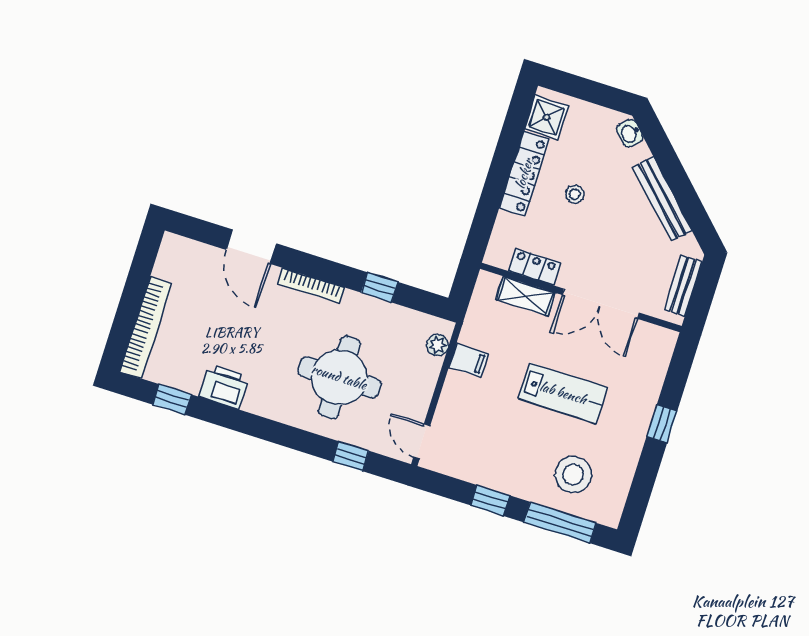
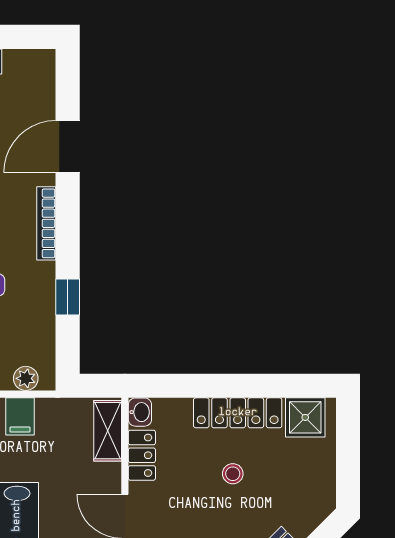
washbasin: (630, 133) -> (140, 412), moved, turned 135
shelving: (526, 296) -> (108, 431), moved

